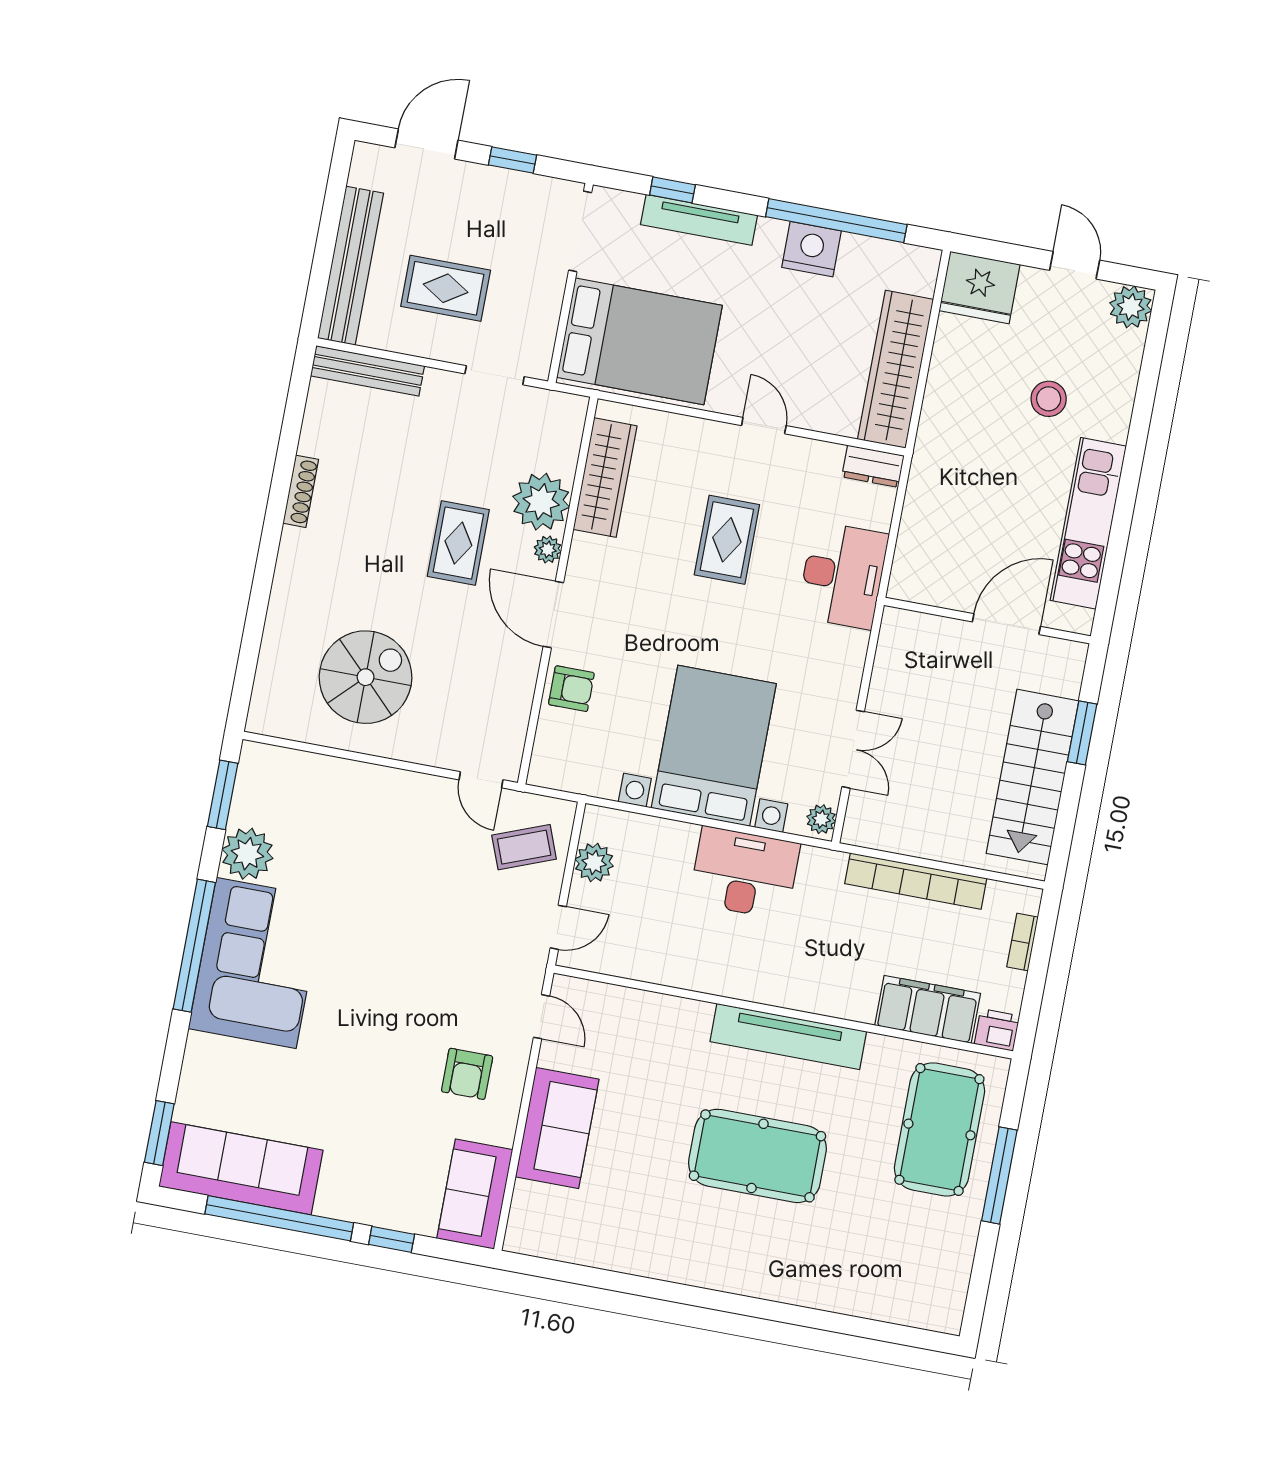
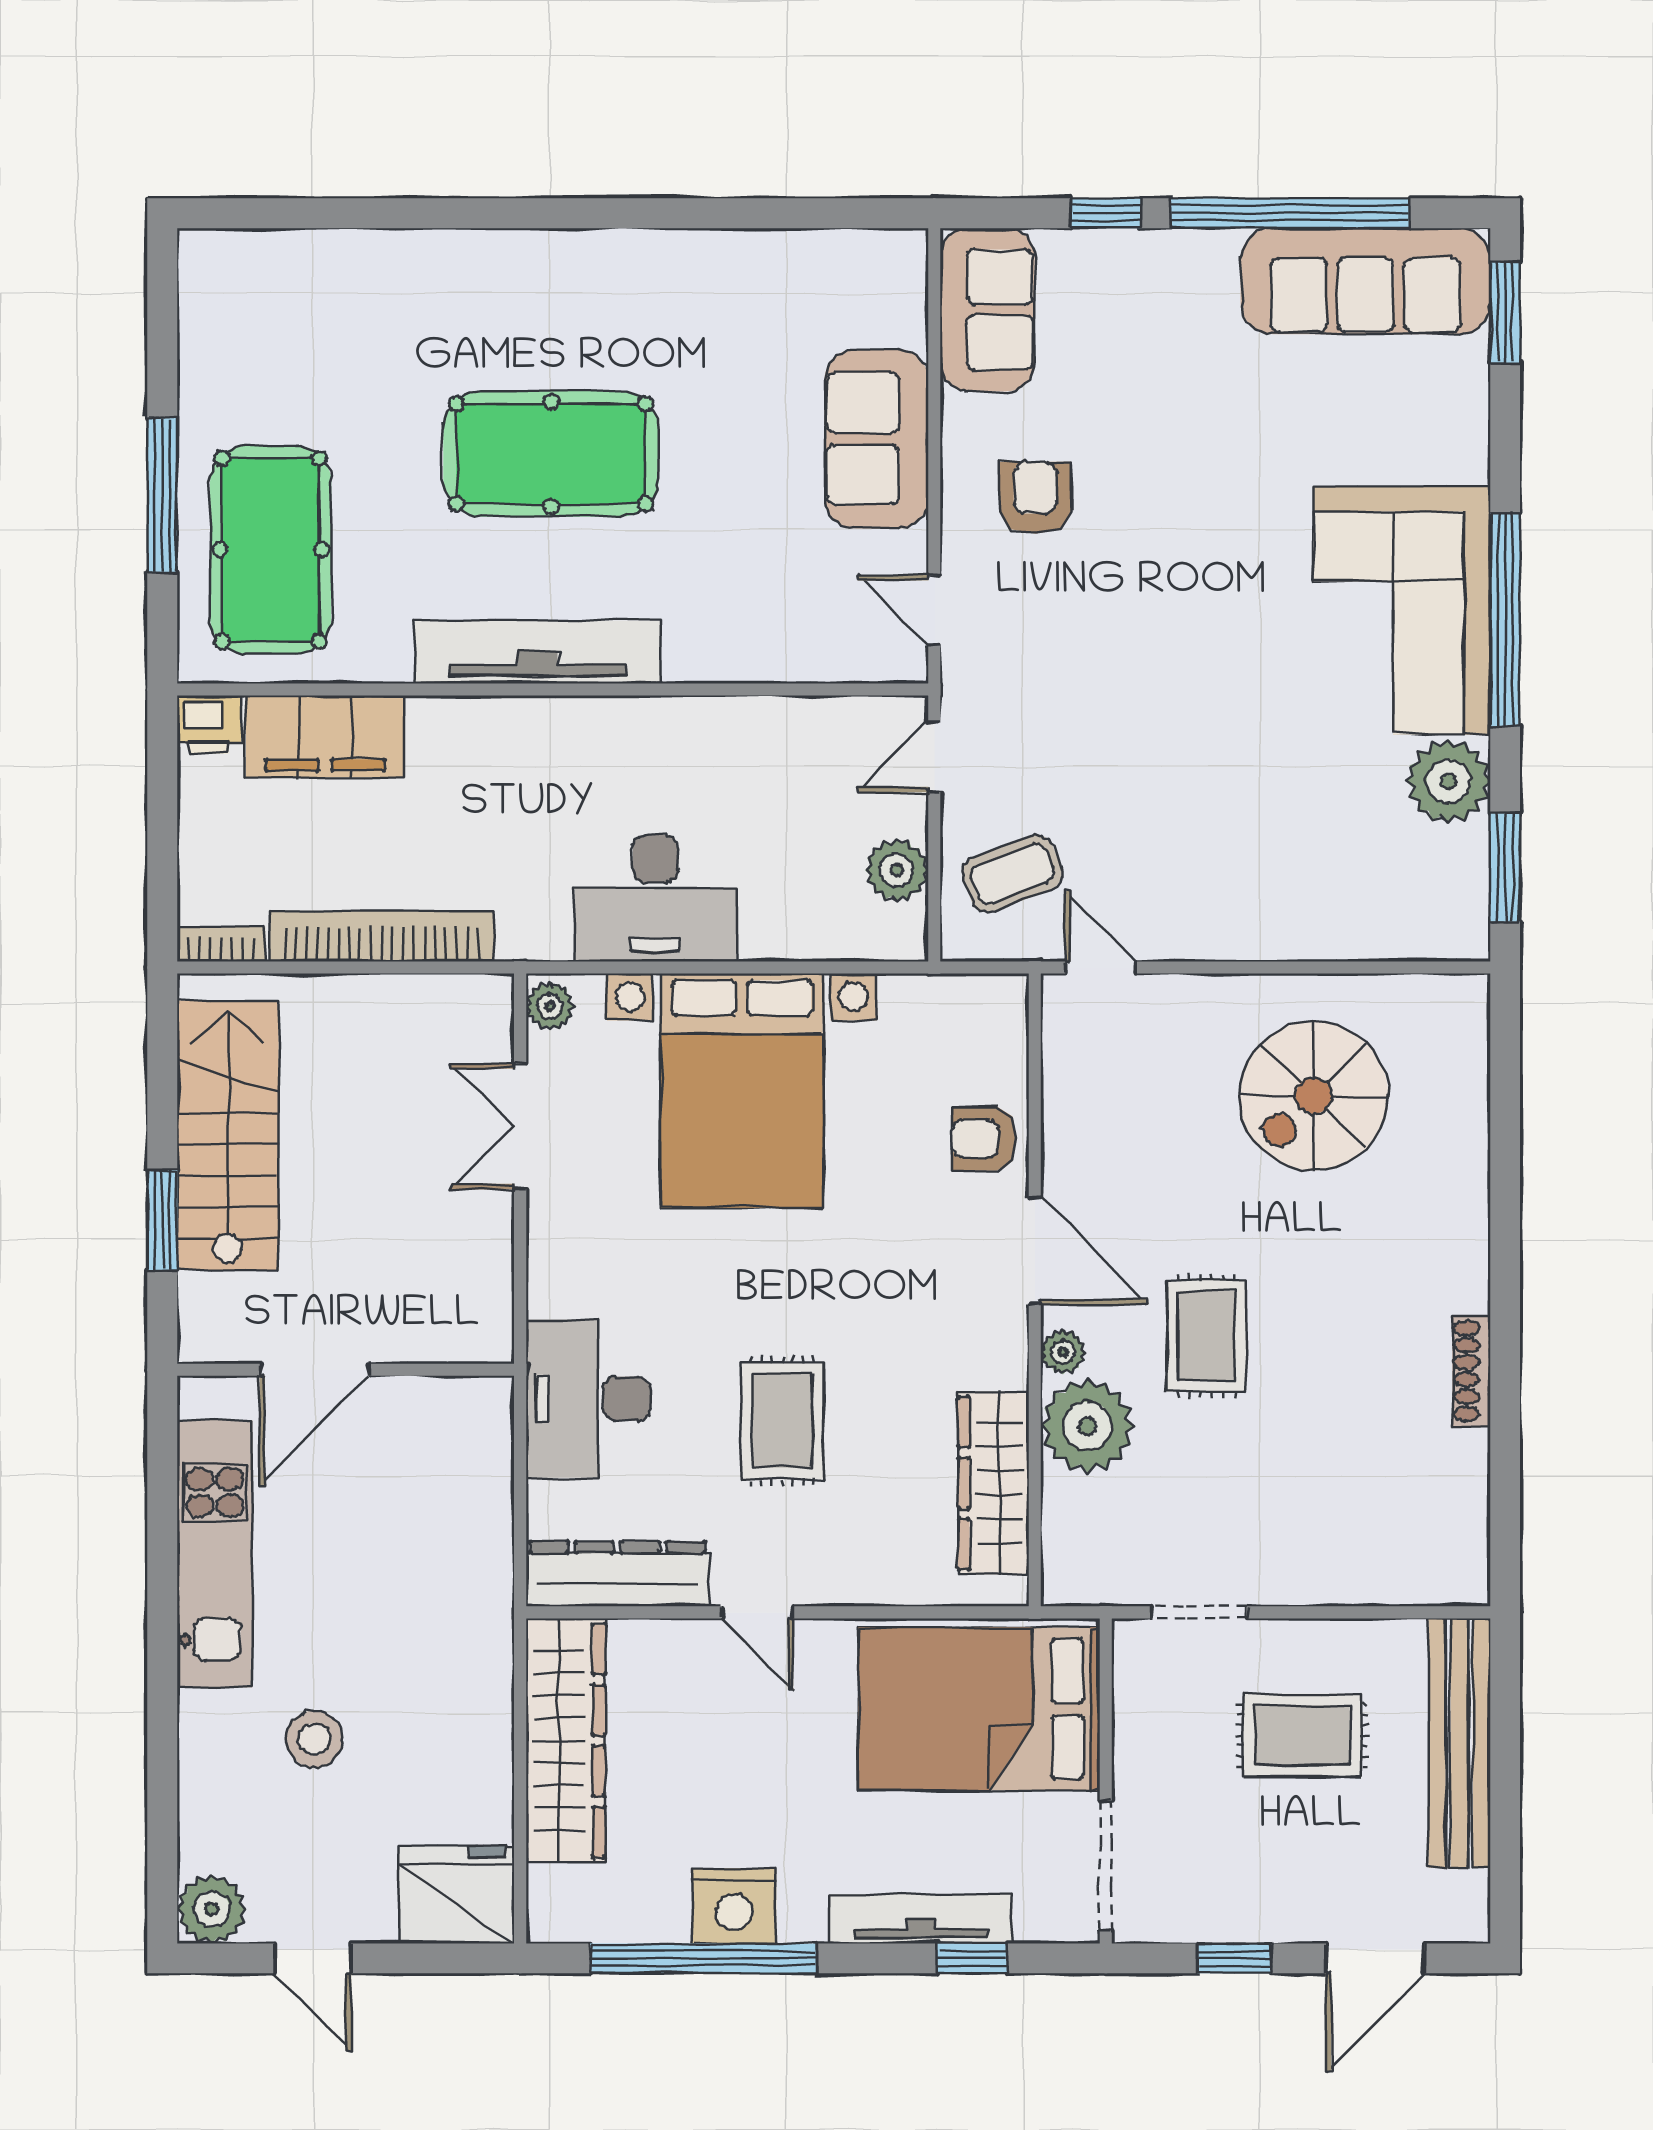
bench: (367, 371) -> (1401, 1582), removed
dresser: (873, 466) -> (617, 1574), width x1.96, depth x1.24
bookcase: (1023, 942) -> (221, 944), moved, turned -90

